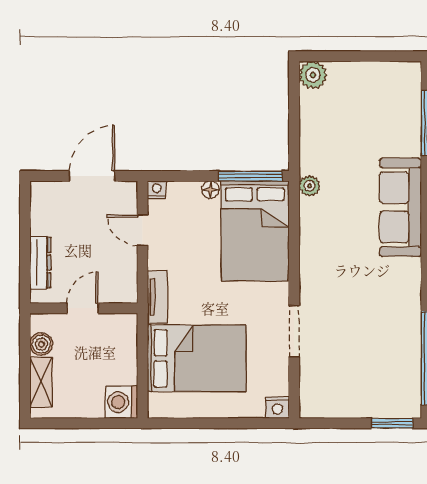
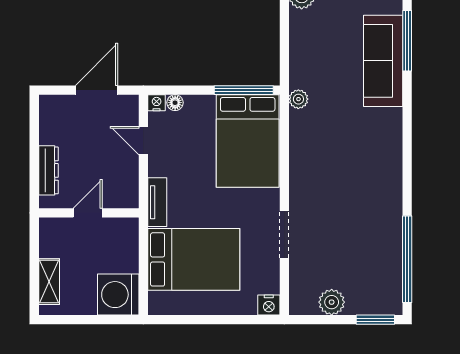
floor lamp: (210, 190) -> (175, 103), moved
sofa: (400, 207) -> (383, 61), moved
boiler: (41, 344) -> (49, 246), removed
washing machine: (121, 402) -> (118, 295), width x1.37, depth x1.37
plant: (345, 404) -> (332, 302), added

